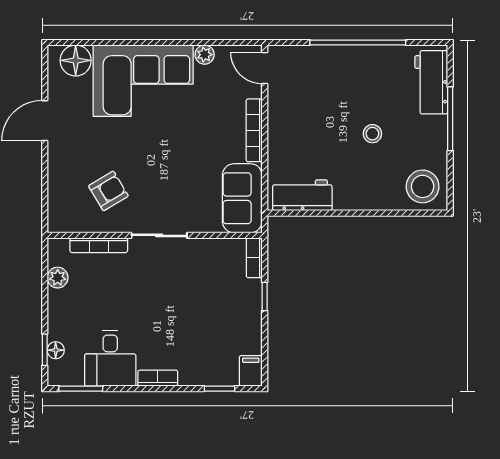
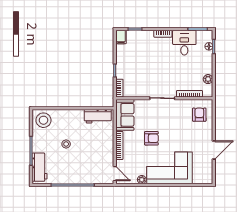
floor lamp: (76, 60) -> (200, 177), removed
armchair: (183, 146) -> (151, 138), added
armchair: (108, 191) -> (199, 115), moved, turned 121

